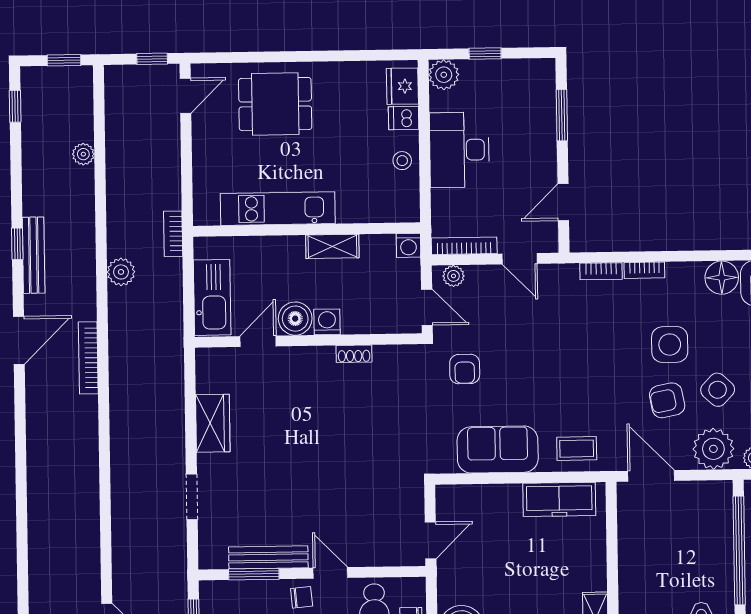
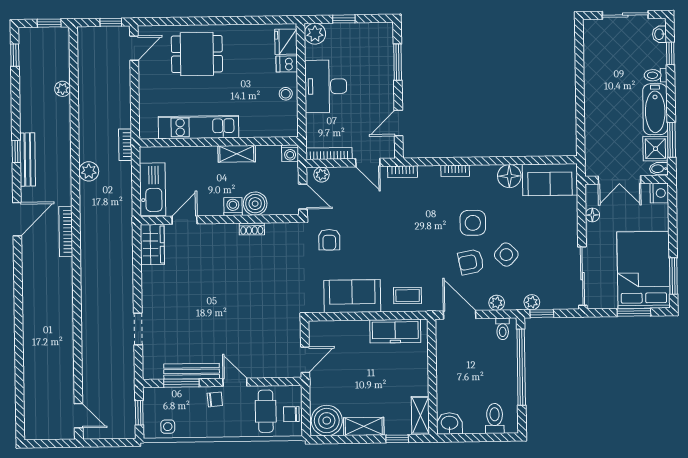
bookcase: (601, 271) -> (403, 172), moved
boiler: (295, 319) -> (255, 204), moved
wardrobe: (213, 423) -> (152, 245), moved
plant: (713, 449) -> (497, 303), width x0.53, depth x0.53
toilet: (713, 496) -> (503, 329), added

